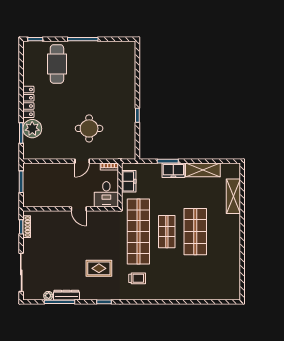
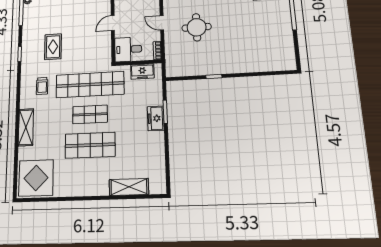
shelving: (203, 170) -> (26, 127), moved
display table: (223, 282) -> (36, 178), added
dresser: (66, 295) -> (28, 17), removed

